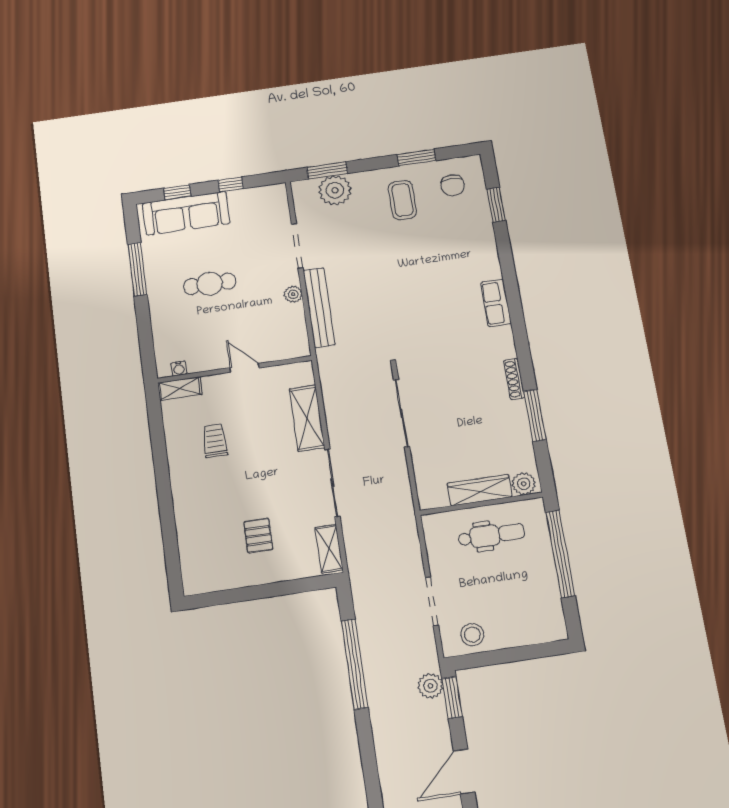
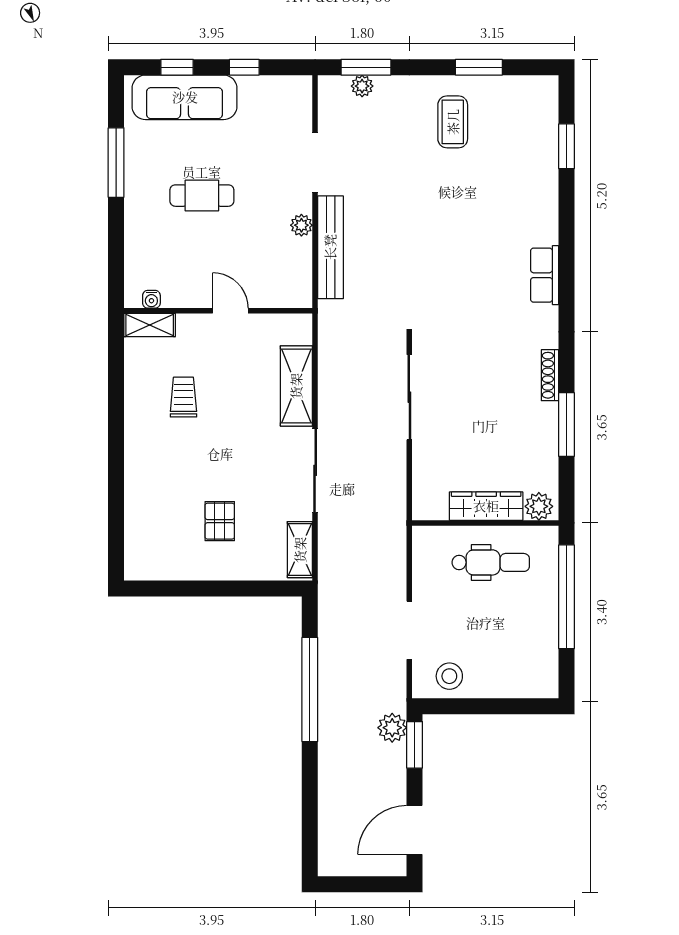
chair: (453, 185) -> (517, 112), removed
plant: (335, 190) -> (362, 86), width x0.53, depth x0.53

